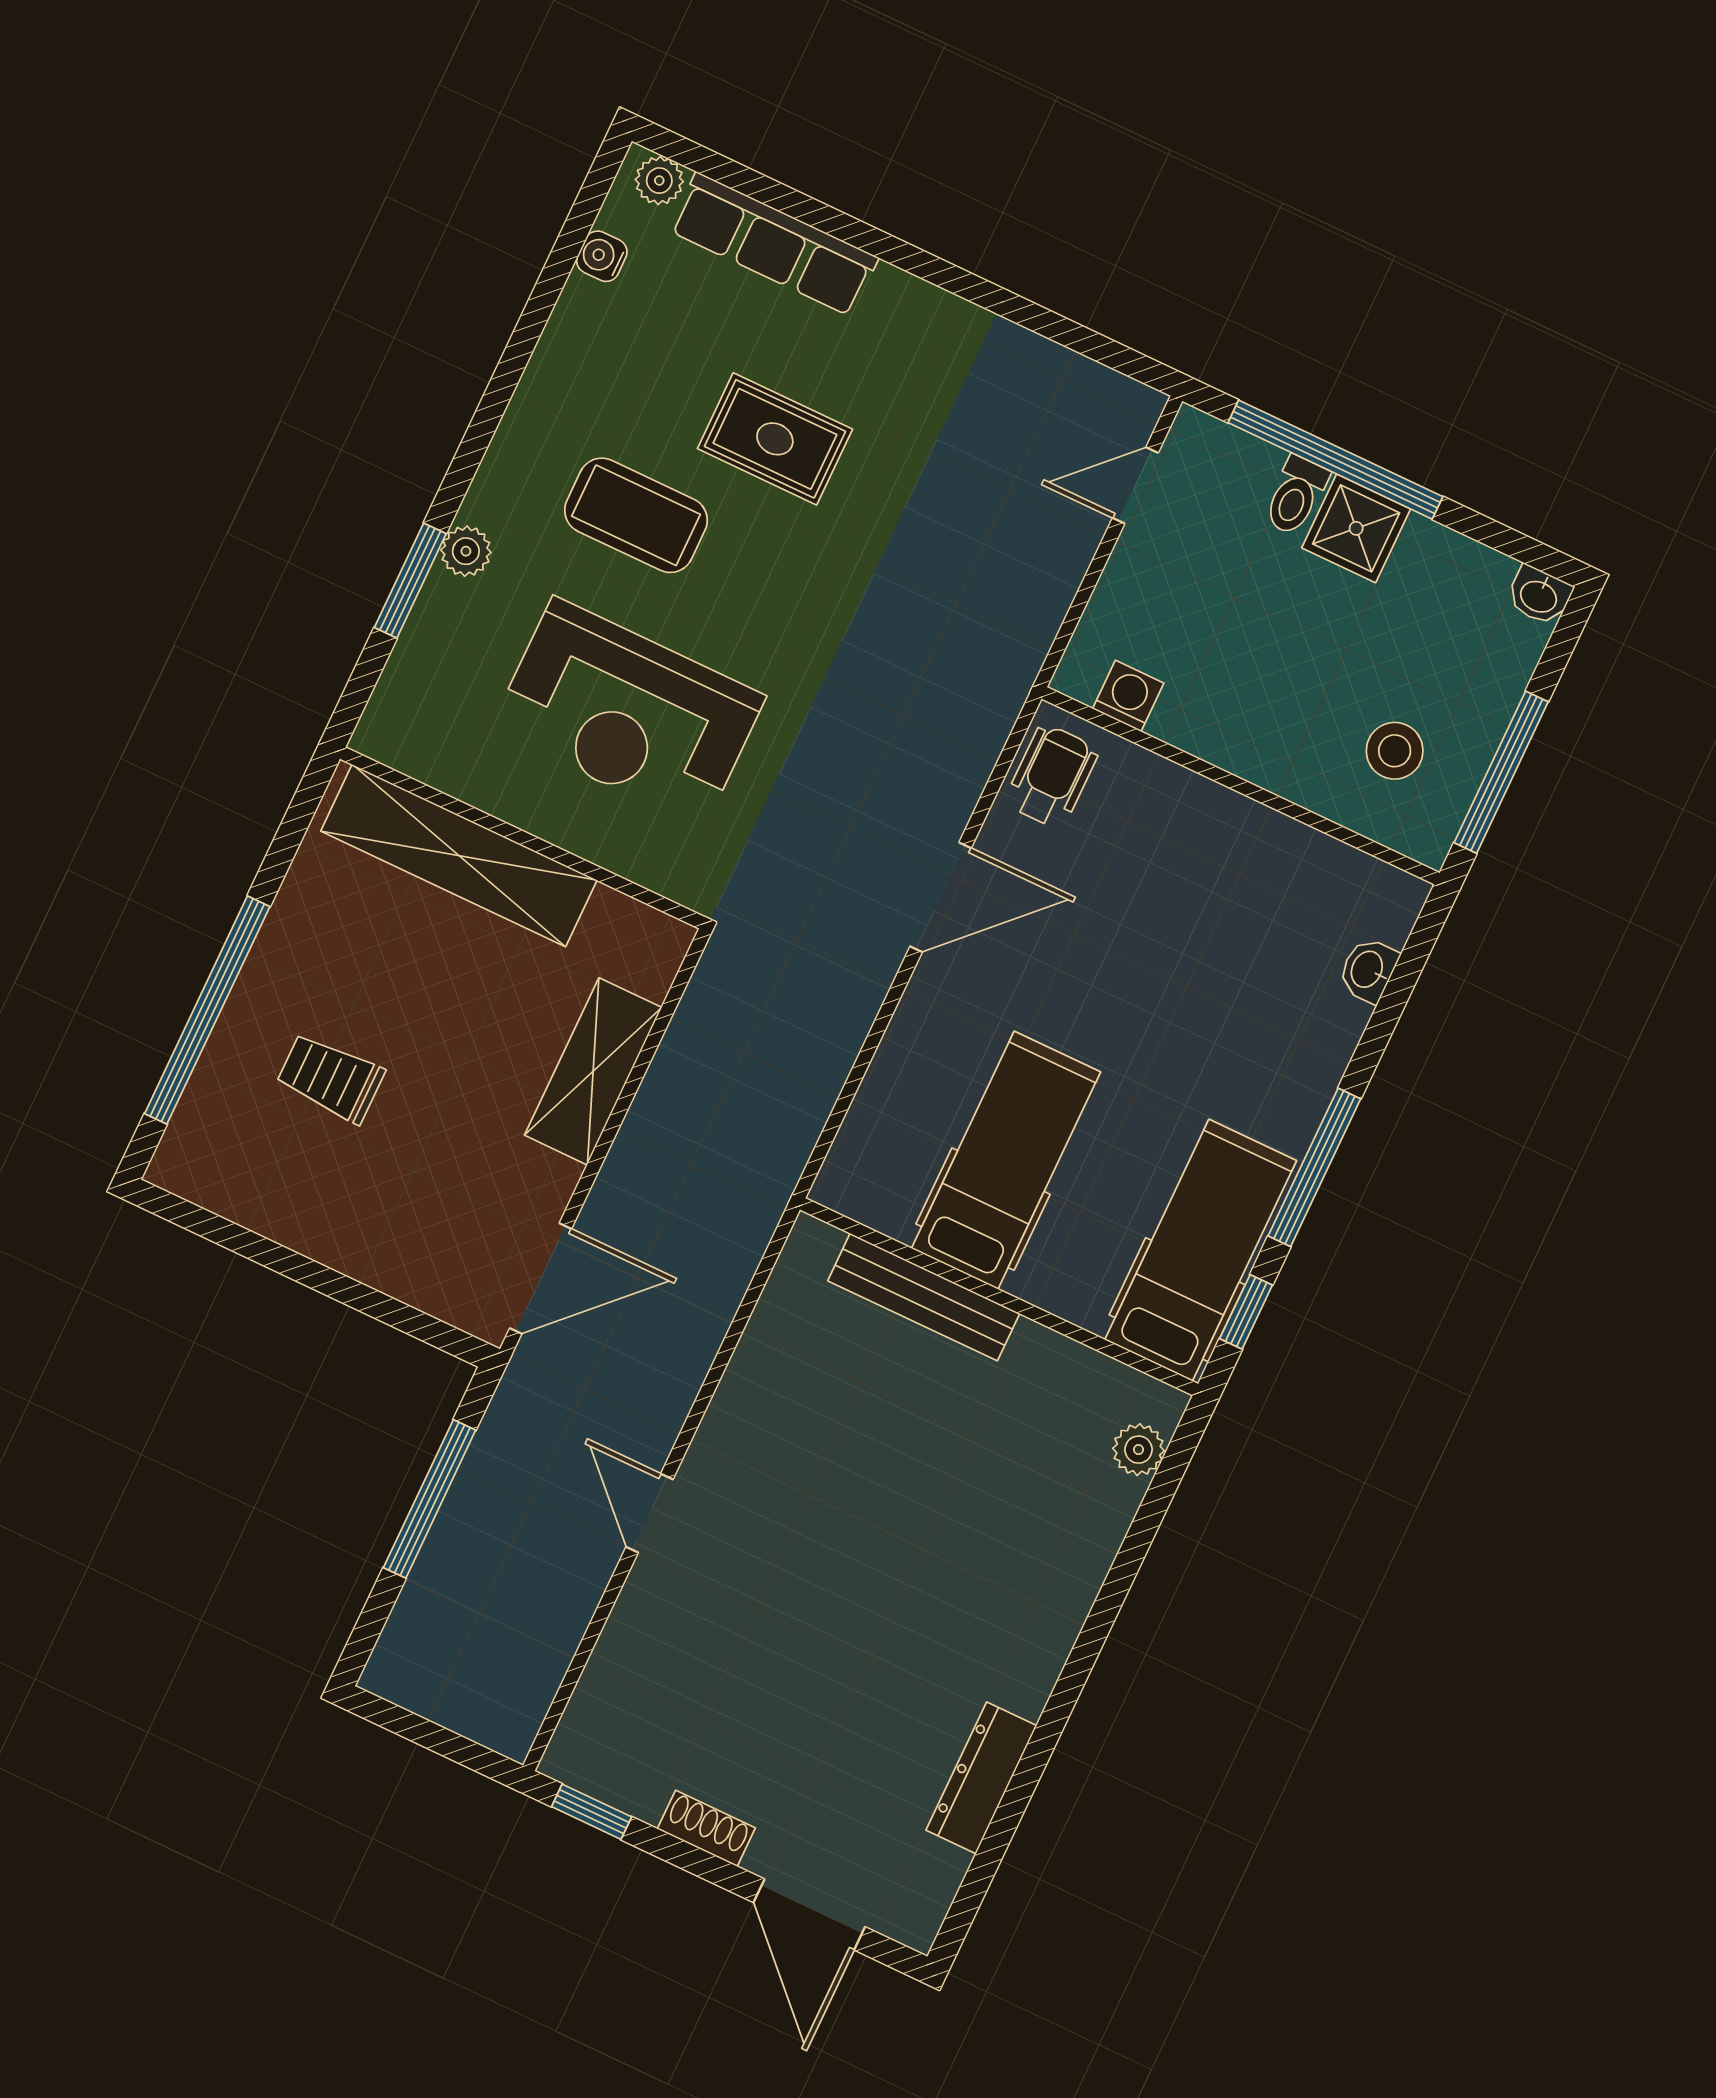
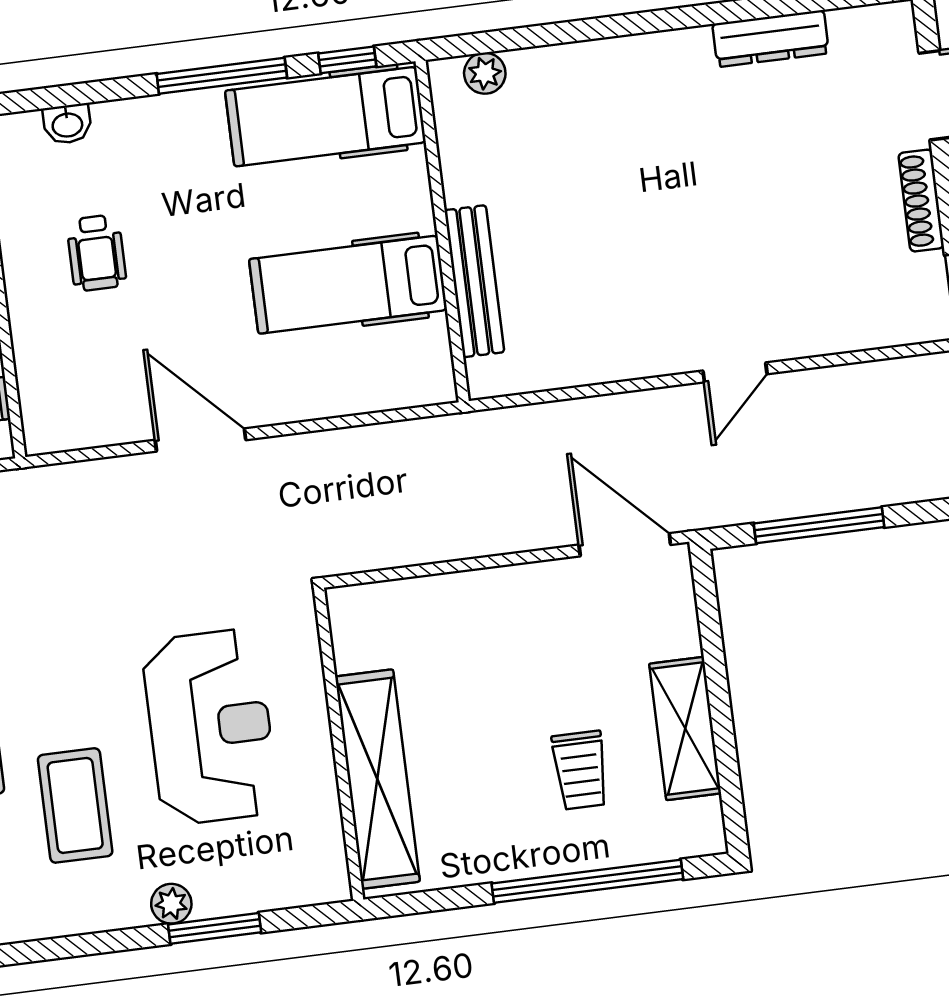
wheelchair: (1052, 776) -> (96, 253), moved, turned -90
shelving: (593, 1071) -> (685, 729), moved, turned 90
shoe rack: (706, 1828) -> (921, 201), width x1.43

